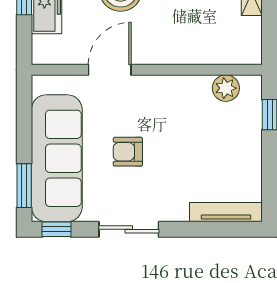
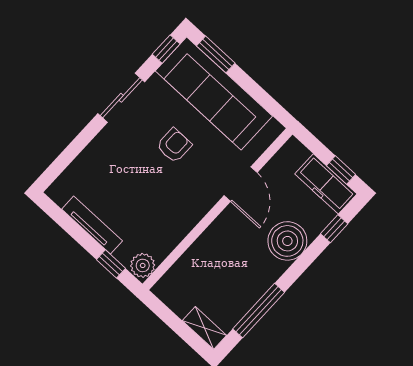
plant: (226, 88) -> (143, 265), moved
tv unit: (226, 212) -> (92, 225), moved, turned -90

